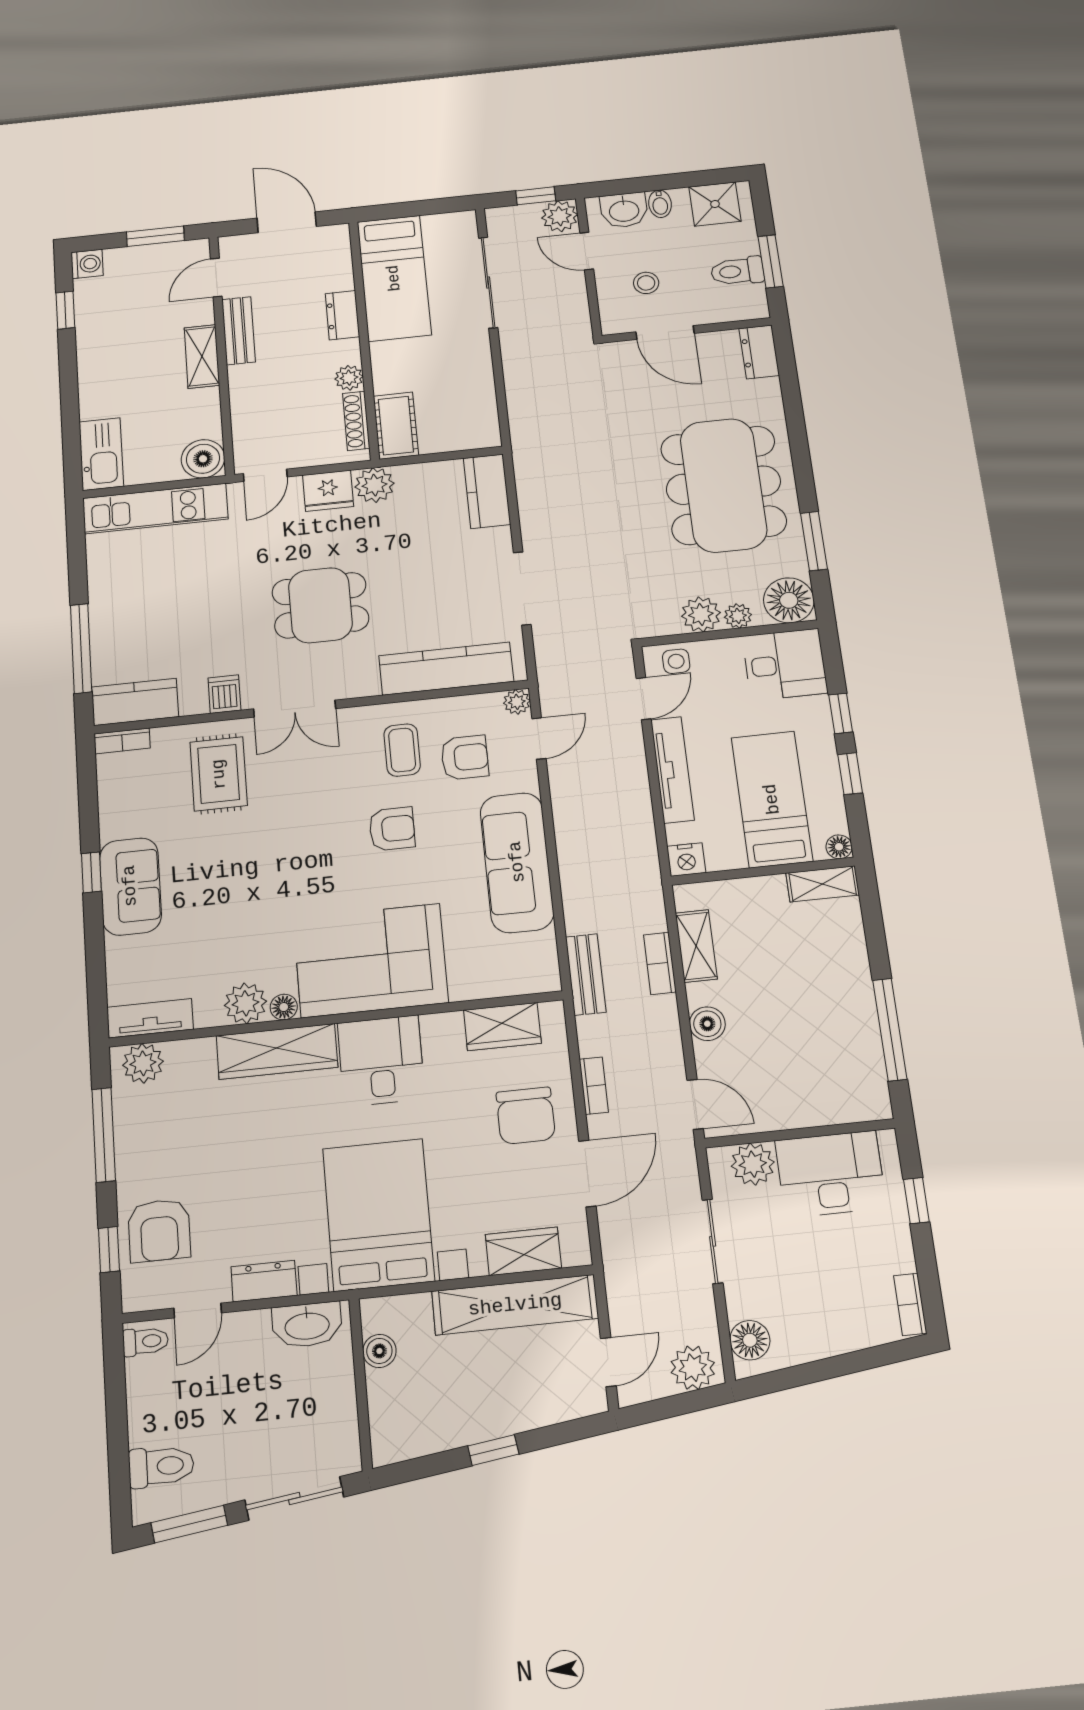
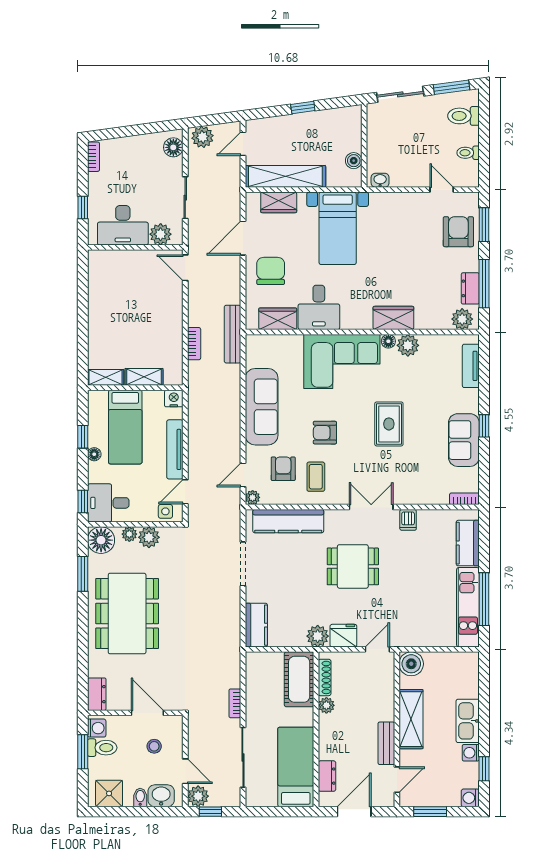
door: (287, 222) -> (354, 812), swing flipped
washing machine: (751, 300) -> (97, 728), added
dresser: (342, 315) -> (327, 776), moved
washing machine: (90, 332) -> (471, 753), added
shelving: (202, 356) -> (411, 719), width x1.50, depth x1.33
cot: (396, 426) -> (299, 679), width x1.37, depth x1.34
kitchen sink: (101, 454) -> (468, 721), moved
kitchen unit: (155, 509) -> (468, 607), moved, turned -90
window: (81, 648) -> (484, 599), moved
kitchen counter: (135, 702) -> (468, 543), moved, turned 90
window: (841, 713) -> (83, 502), moved
armchair: (465, 757) -> (283, 469), turned 90
rug: (219, 774) -> (389, 424), moved
floor lamp: (839, 847) -> (94, 454), moved
sofa: (130, 886) -> (464, 440), moved
shelving: (696, 946) -> (144, 377), moved, turned 90
bench: (586, 974) -> (233, 334), width x1.36
tv unit: (150, 1018) -> (471, 366), moved, turned 90
boiler: (707, 1024) -> (174, 309), removed
window: (890, 1029) -> (83, 296), removed
wardrobe: (277, 1051) -> (393, 318), width x0.67
desk: (381, 1061) -> (319, 307), moved
bookcase: (594, 1086) -> (235, 703), moved
bed with nightstands: (378, 1214) -> (338, 228), width x0.73
window: (109, 1250) -> (484, 225), width x1.50
dresser: (264, 1281) -> (470, 288), moved, turned 90
door: (198, 1311) -> (442, 190), hinge flipped
washbasin: (307, 1325) -> (380, 180), width x0.52, depth x0.69
toilet: (145, 1341) -> (468, 153), moved

